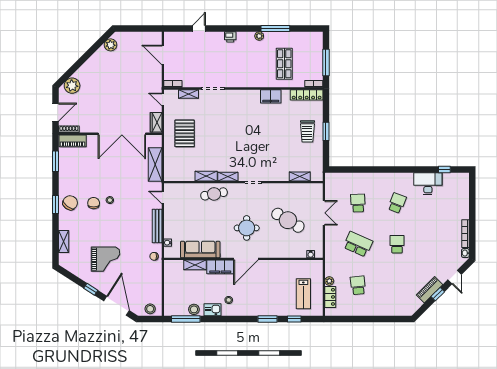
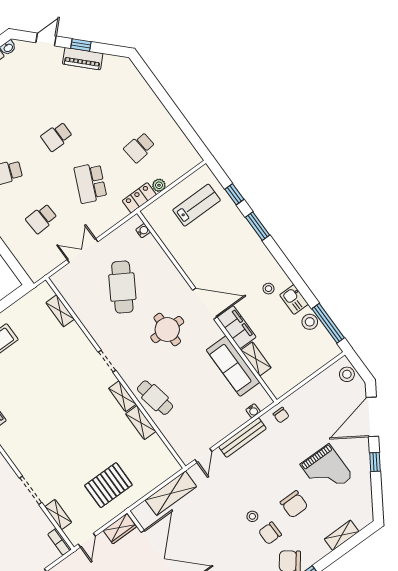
chair: (100, 228) -> (294, 504), added
grand piano: (105, 259) -> (326, 470), turned 180
locker: (330, 297) -> (139, 198), moved

